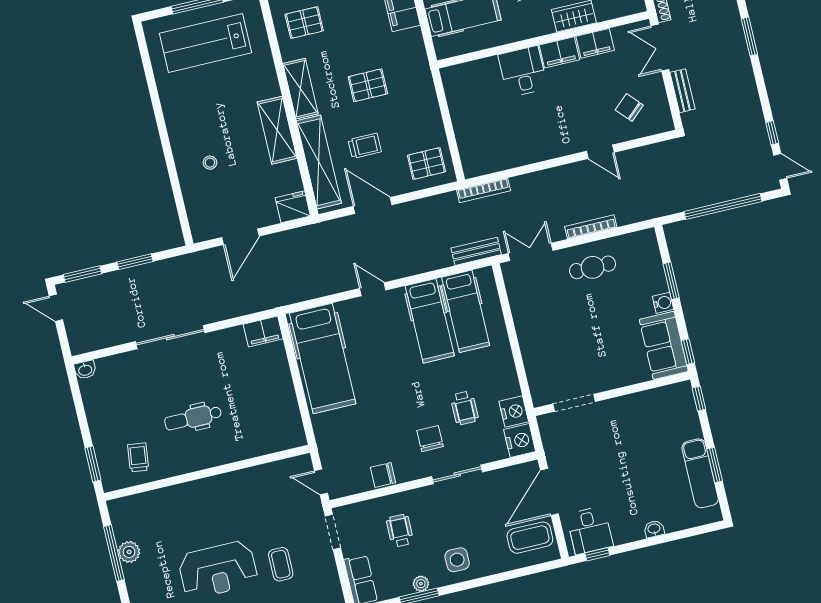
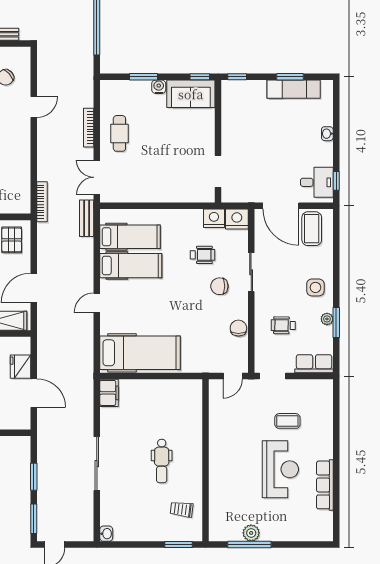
fridge: (293, 207) -> (21, 367), moved
chair: (383, 475) -> (238, 328), turned 180

